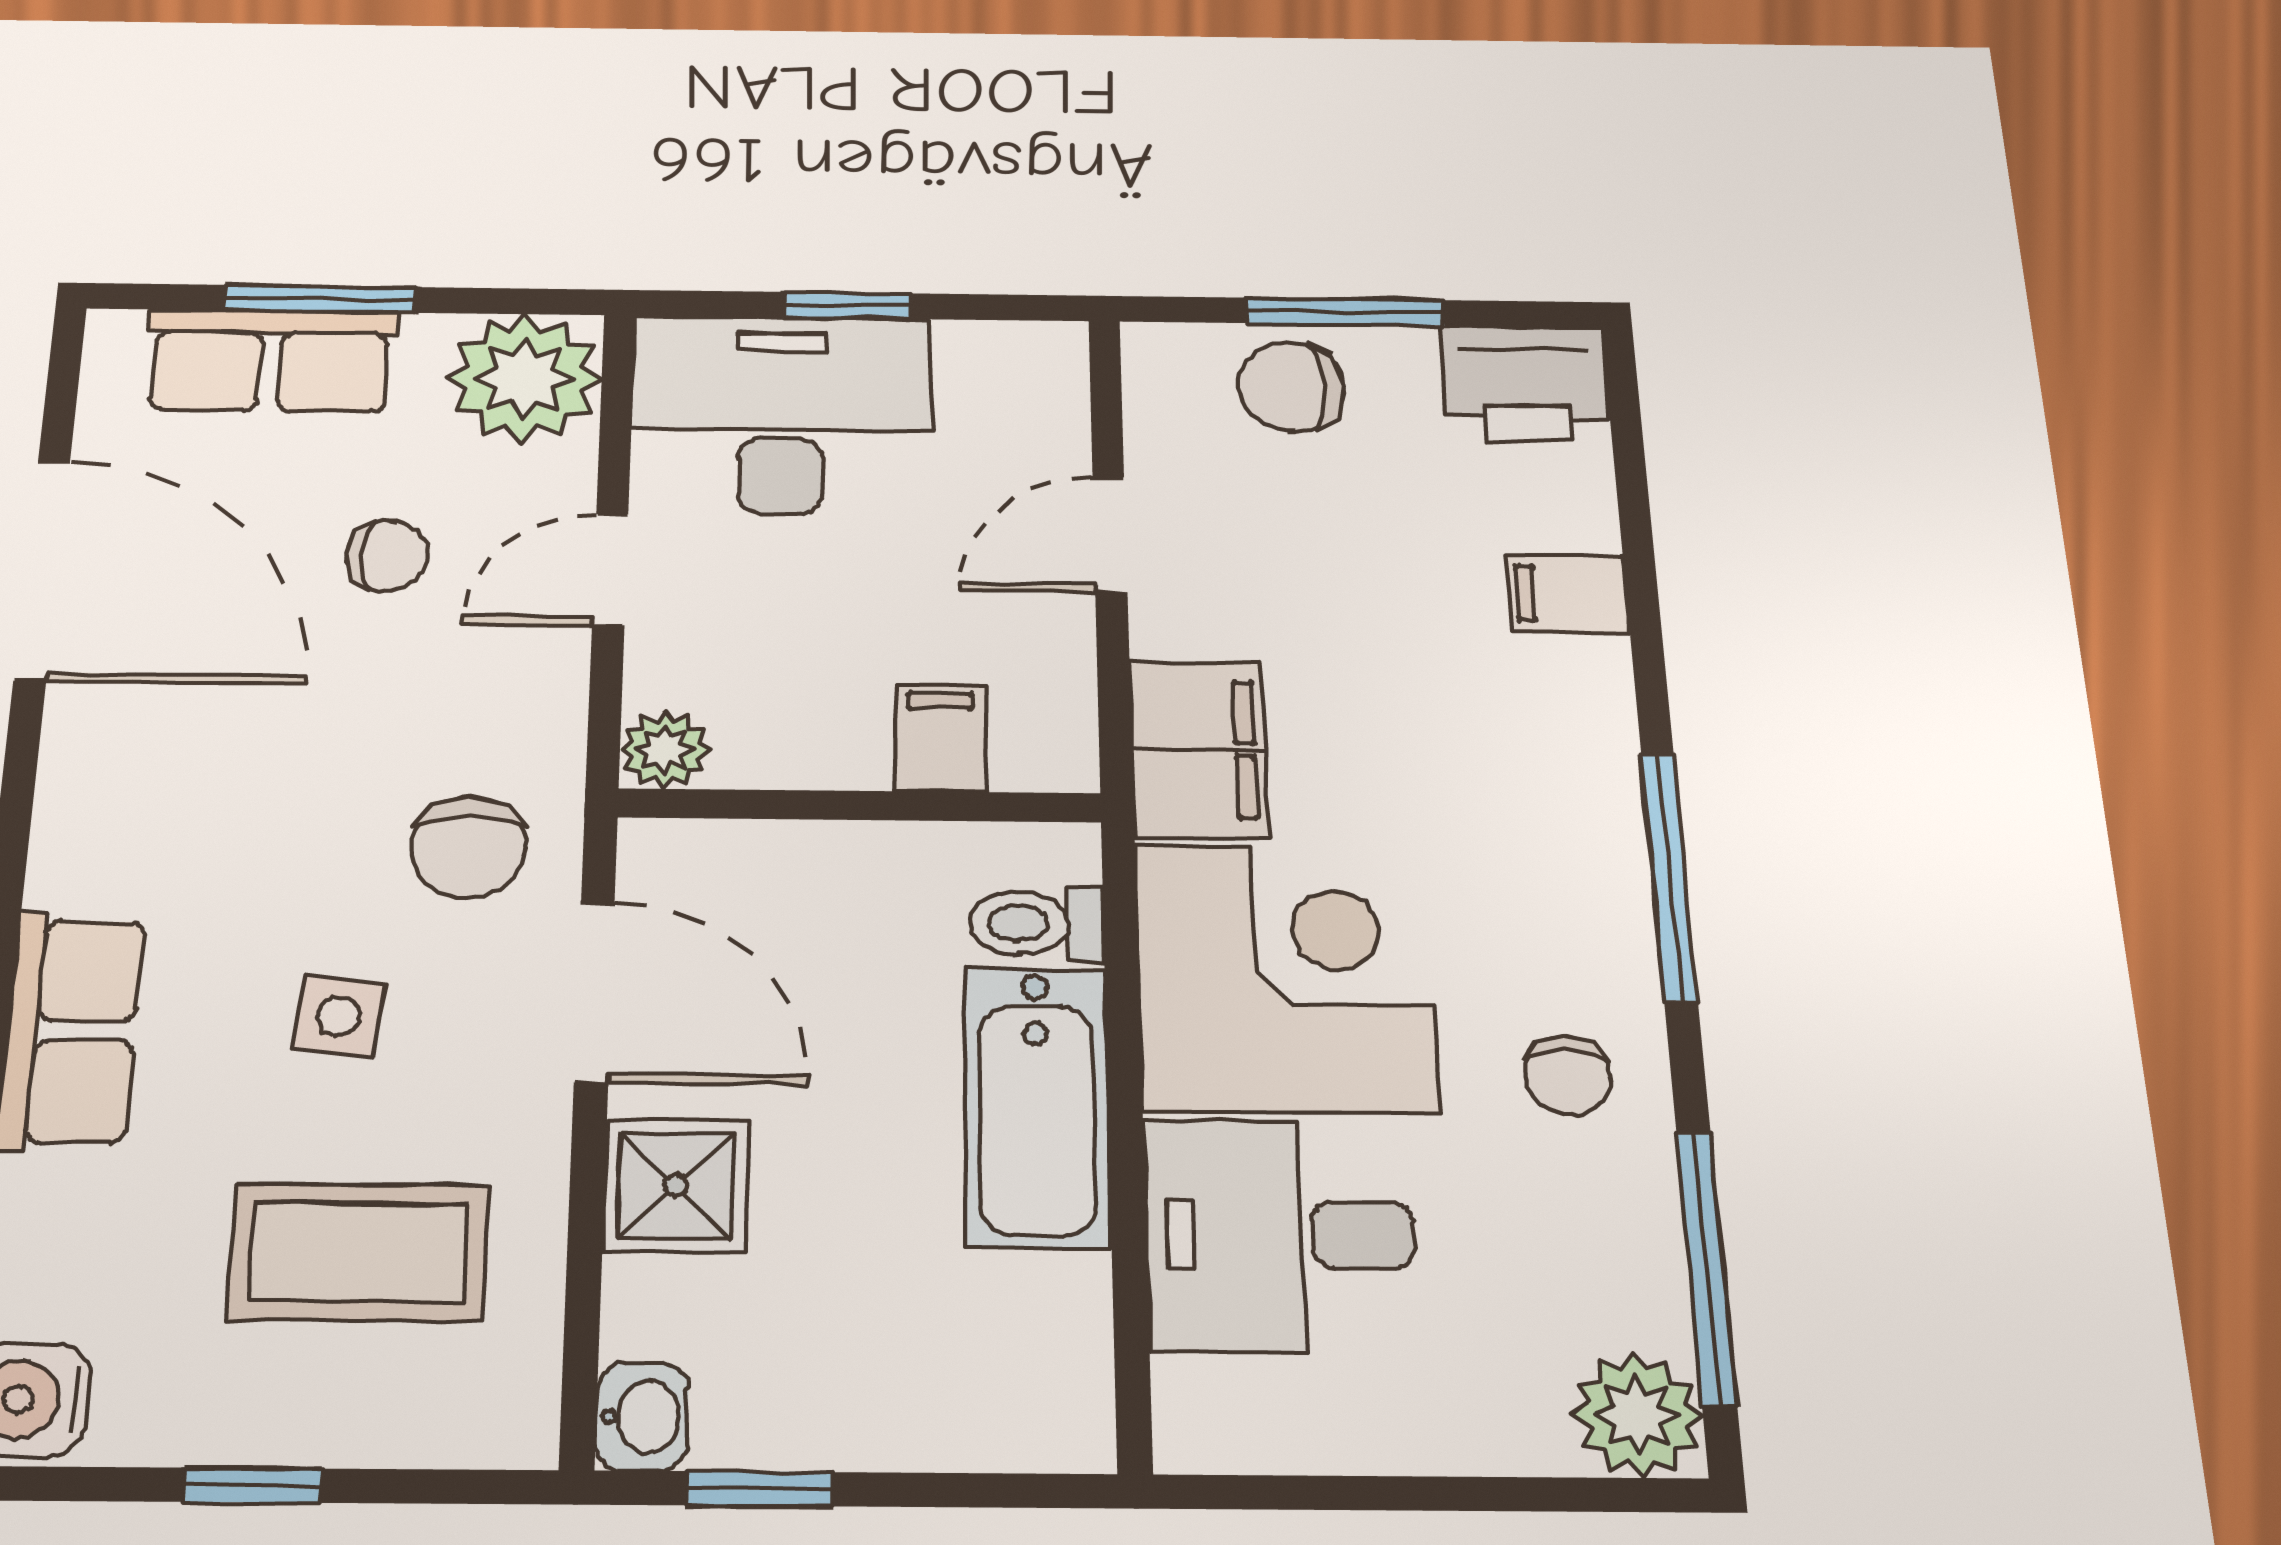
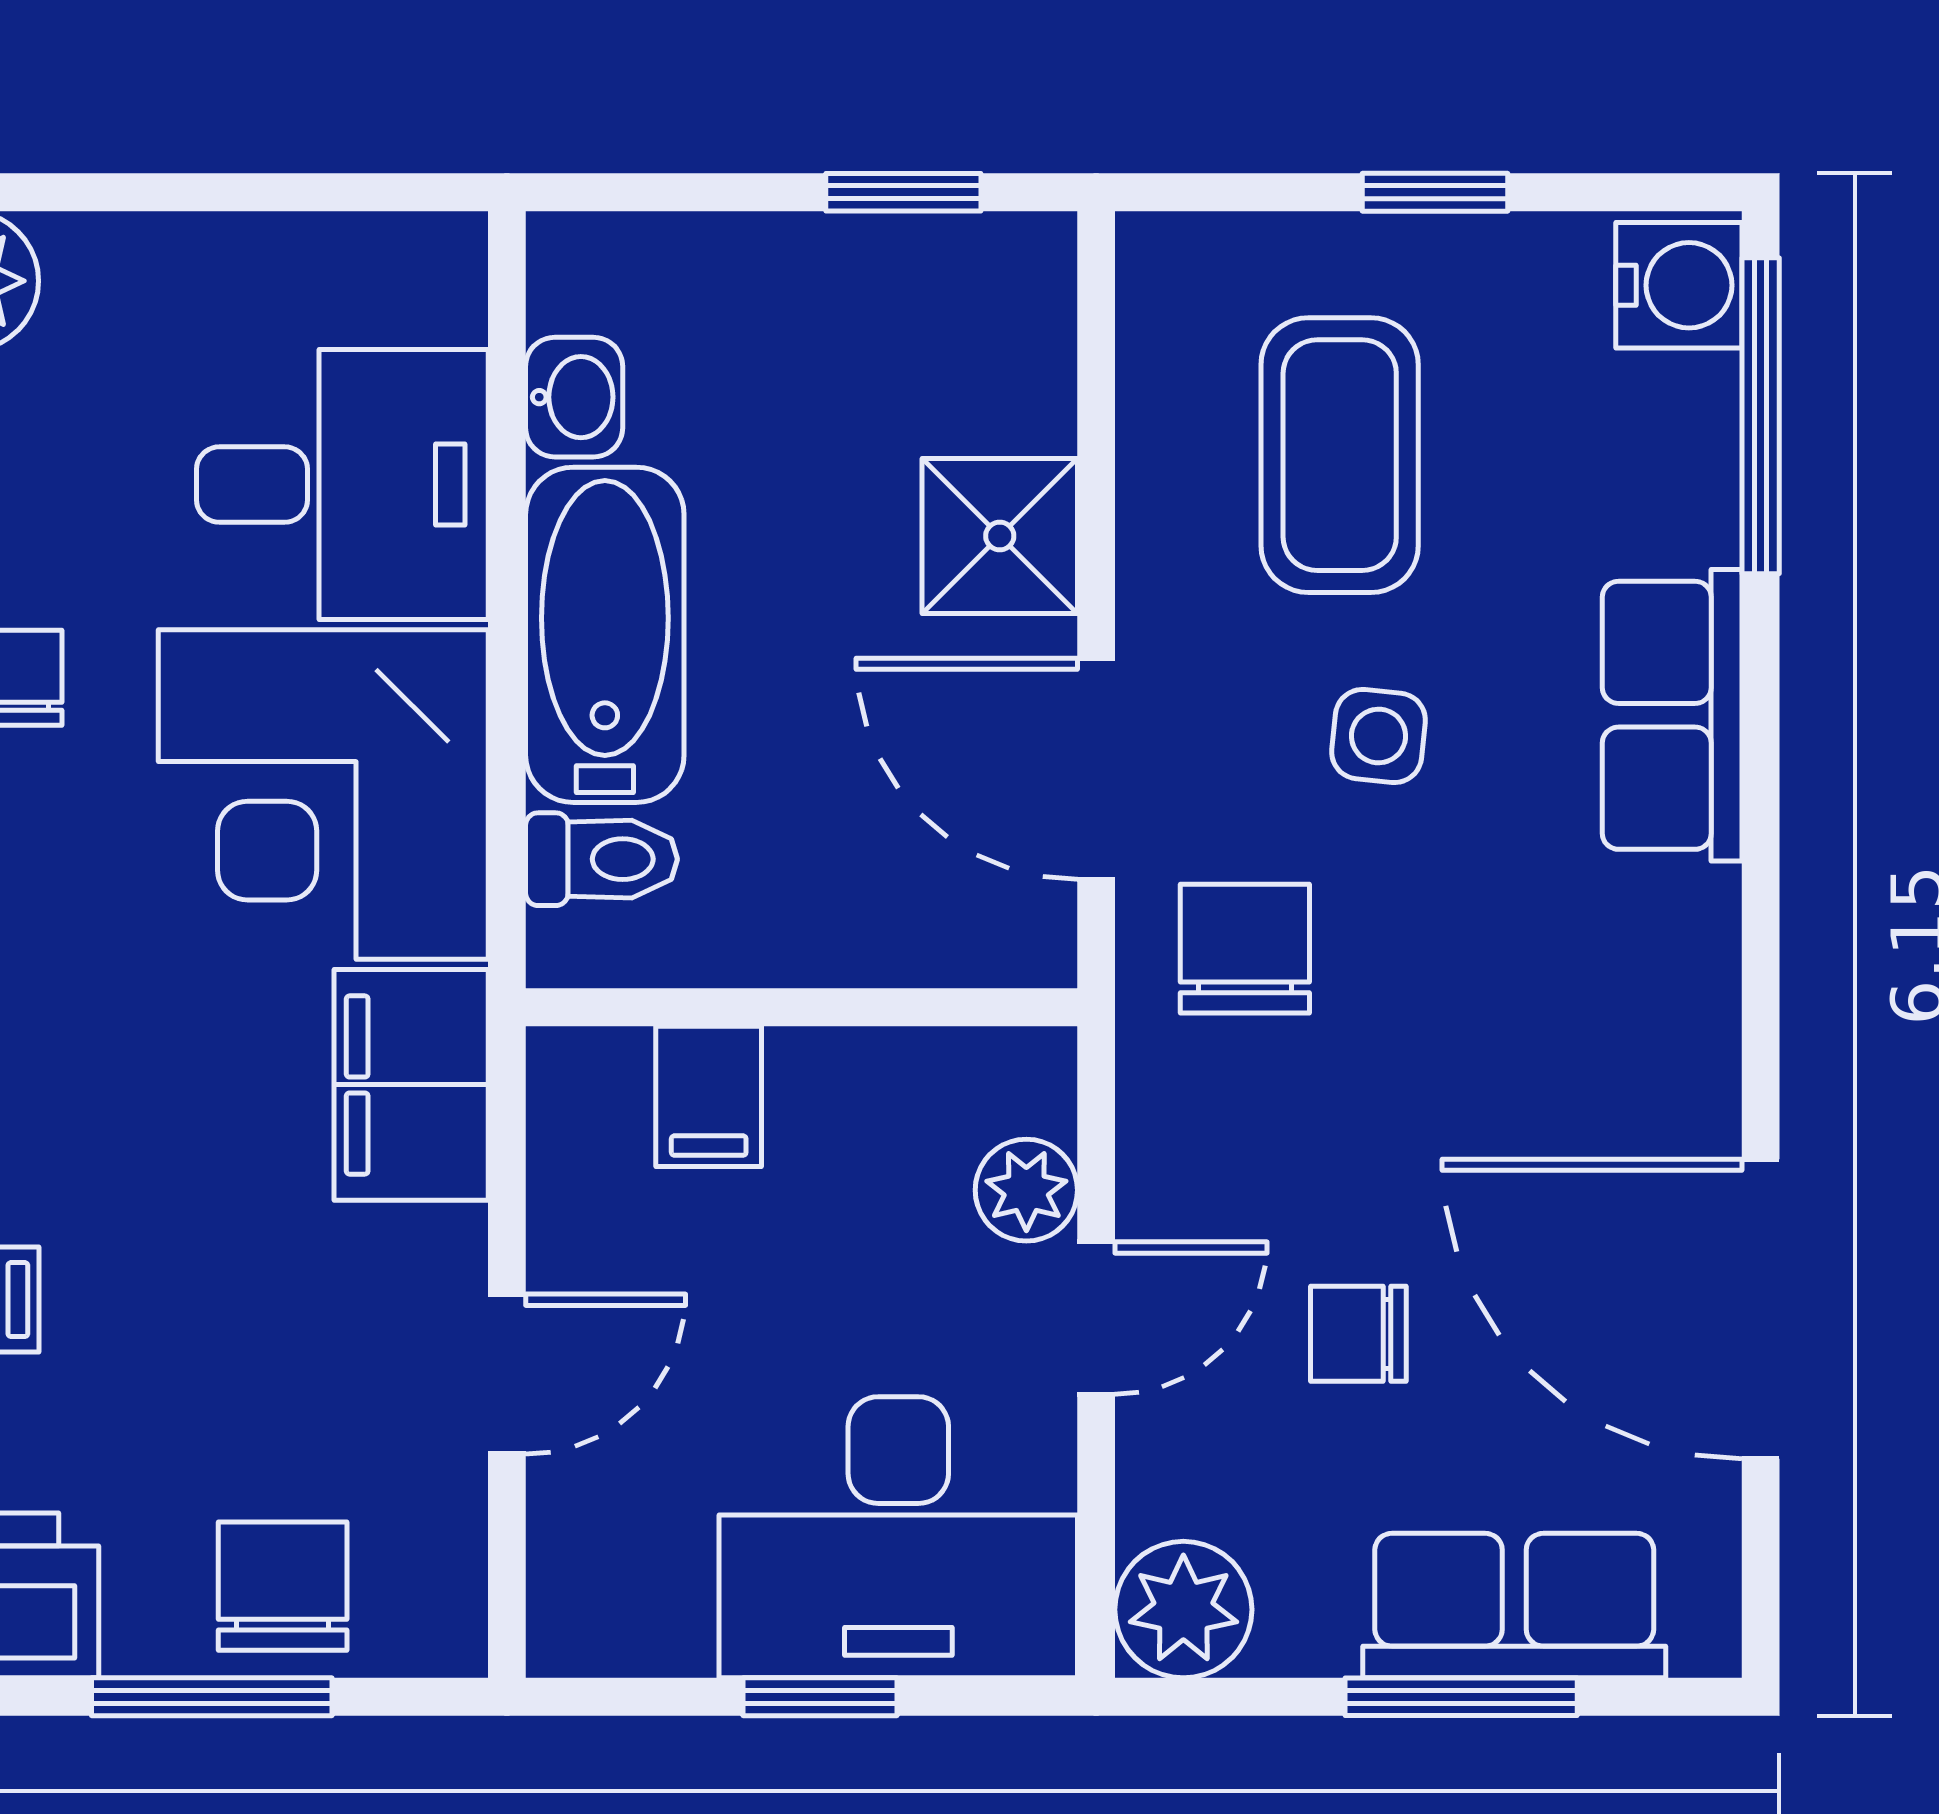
plant: (524, 378) -> (1183, 1610), width x0.73, depth x0.73
chair: (1291, 387) -> (283, 1586), turned -88
plant: (664, 750) -> (1026, 1190), moved
coffee table: (359, 1252) -> (1340, 455), turned 90
washbasin: (642, 1417) -> (574, 397), moved, turned 180

